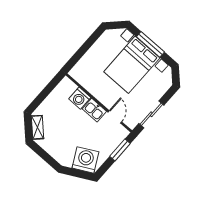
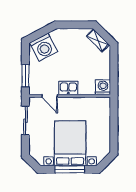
washing machine: (80, 98) -> (103, 87), moved

